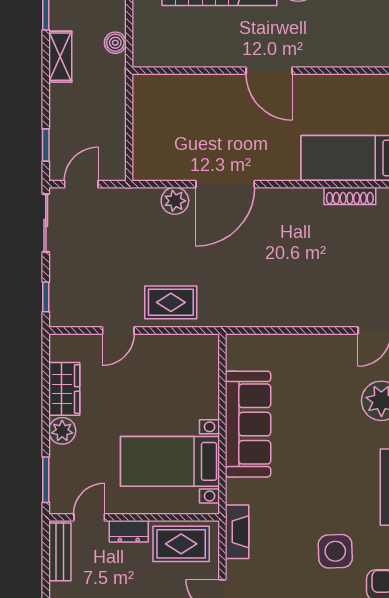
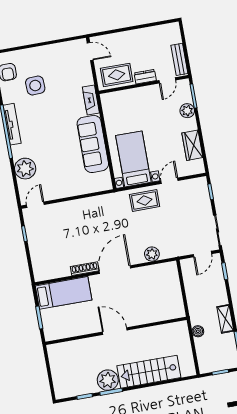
door: (225, 184) -> (115, 270), moved
shoe rack: (350, 196) -> (85, 269), moved
plant: (62, 431) -> (187, 111), moved
bed with nightstands: (170, 461) -> (133, 159), moved, turned -90
fireplace: (237, 532) -> (91, 100), moved

